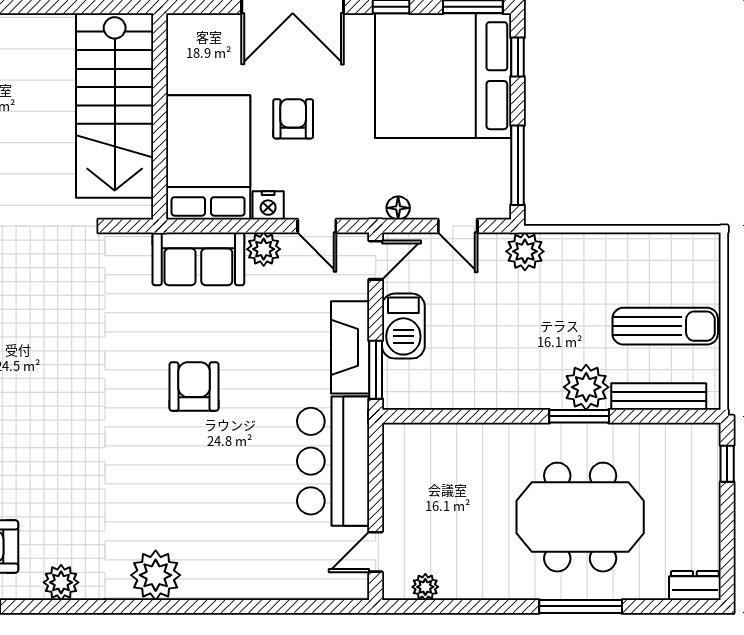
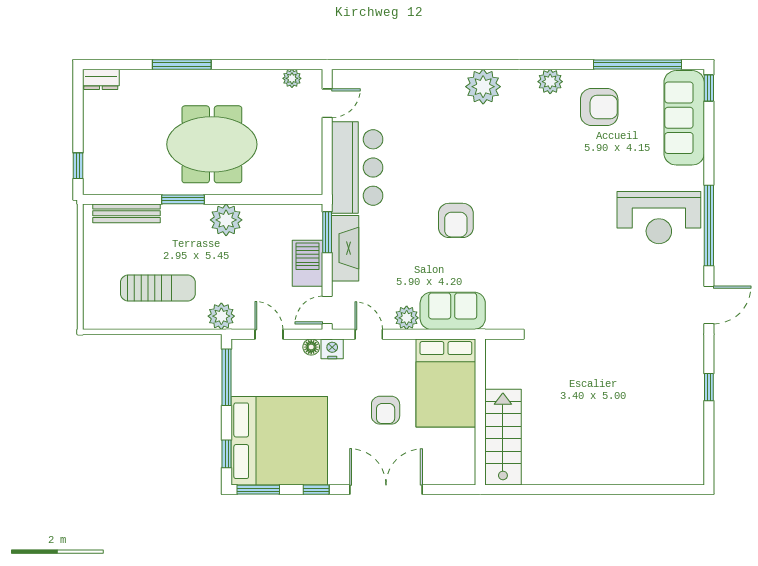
stairs: (115, 106) -> (503, 437), width x0.73, depth x0.66
nightstand: (268, 205) -> (332, 349), moved
sun lounger: (665, 326) -> (158, 288), moved, turned 180
plant: (586, 387) -> (226, 220), moved
meeting table: (580, 517) -> (212, 144), moved

